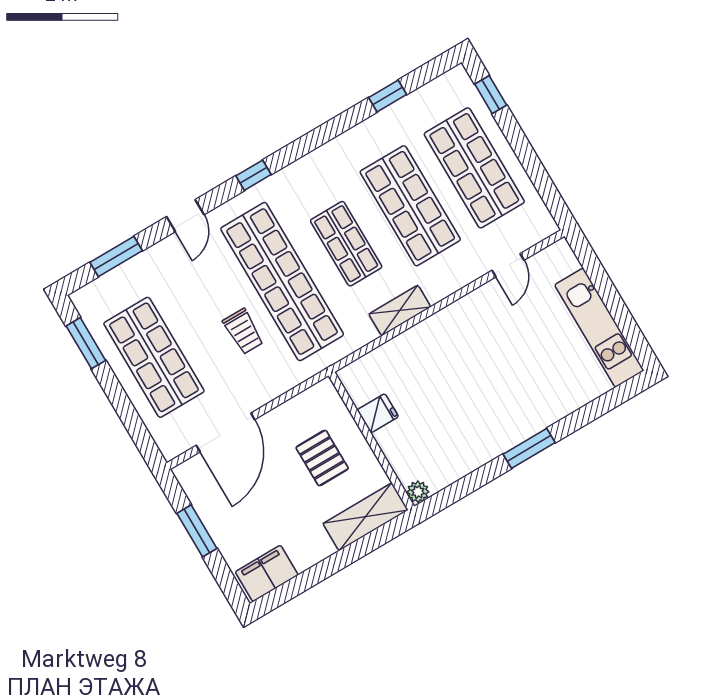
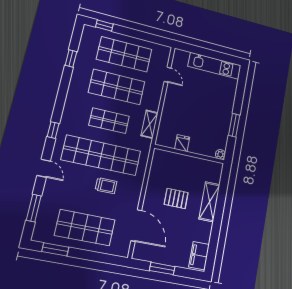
fridge: (378, 413) -> (182, 143), moved
wall: (371, 441) -> (190, 154), moved
plant: (418, 492) -> (220, 154), moved

